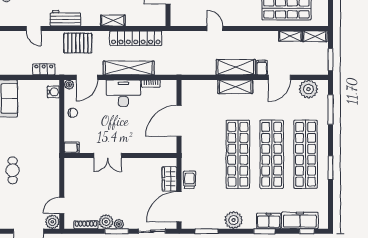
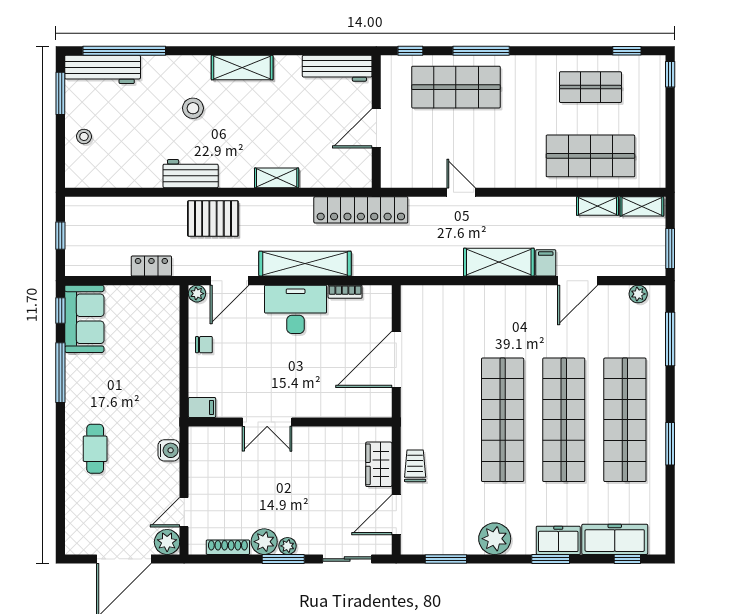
door: (34, 28) -> (133, 192), removed
locker: (136, 38) -> (361, 210), moved
shelving: (235, 87) -> (498, 297), removed
plant: (308, 89) -> (638, 294), width x0.53, depth x0.53
water cooler: (53, 92) -> (169, 450), moved
door: (179, 207) -> (396, 515), width x0.73

